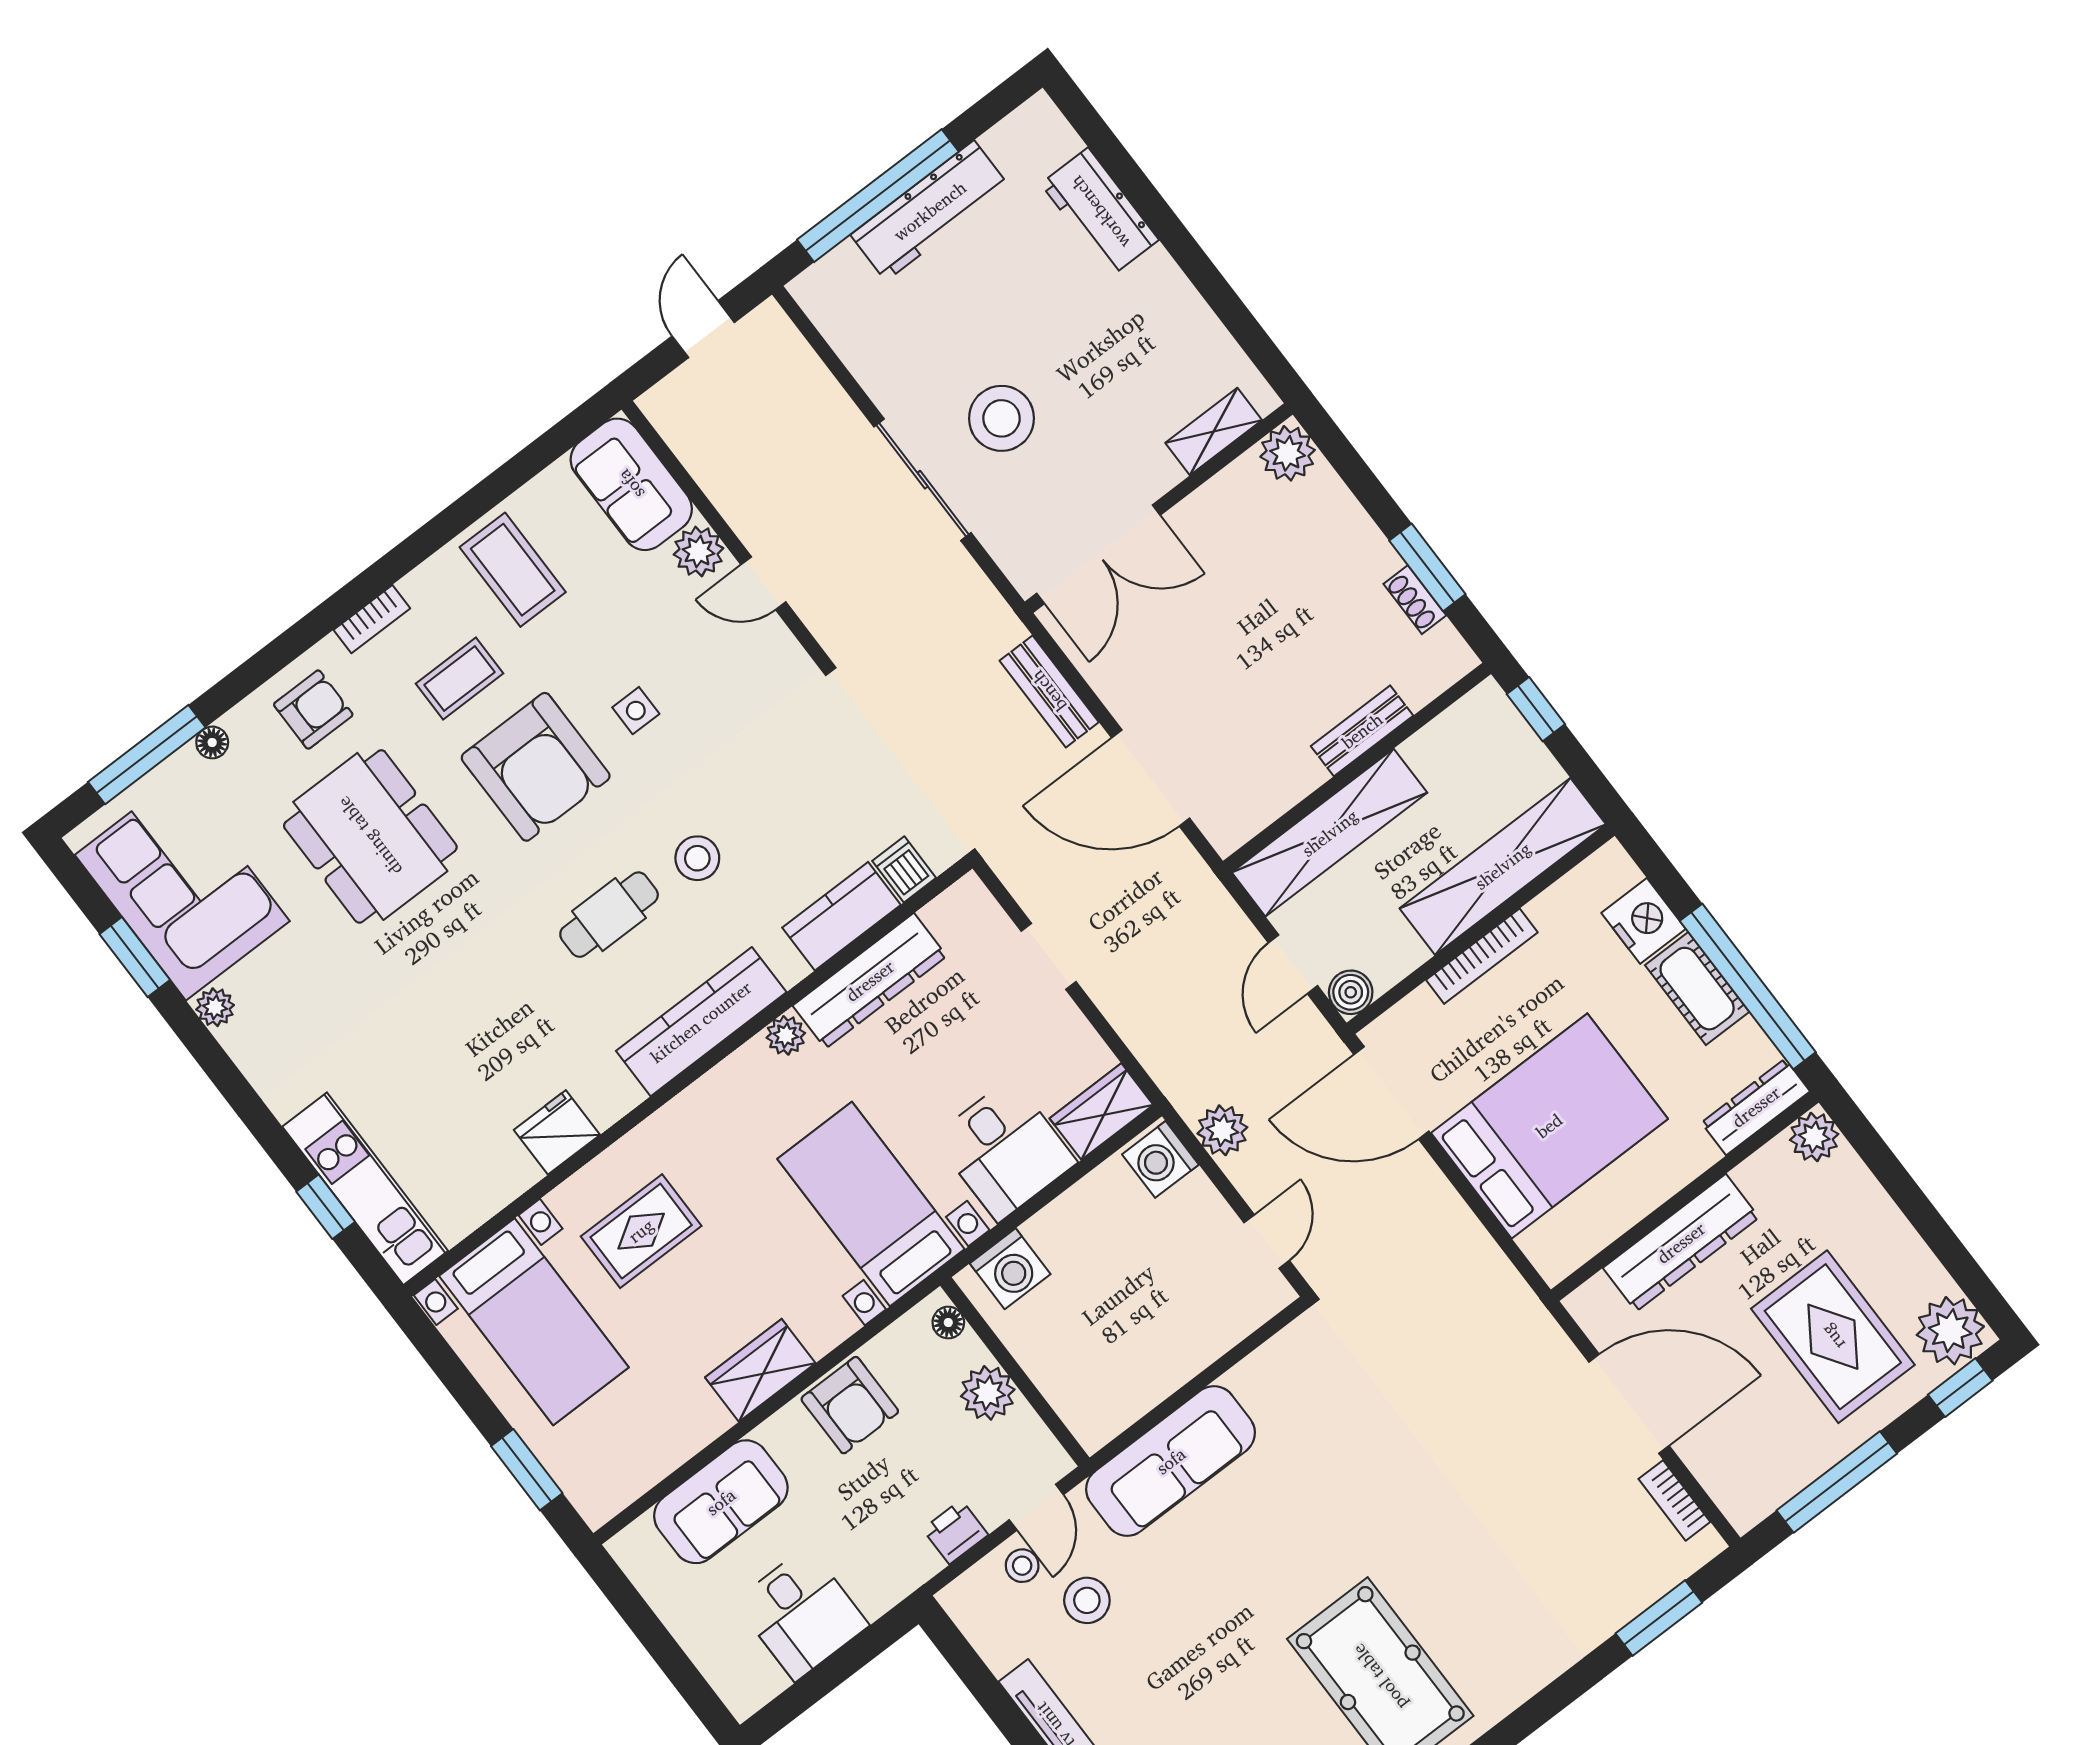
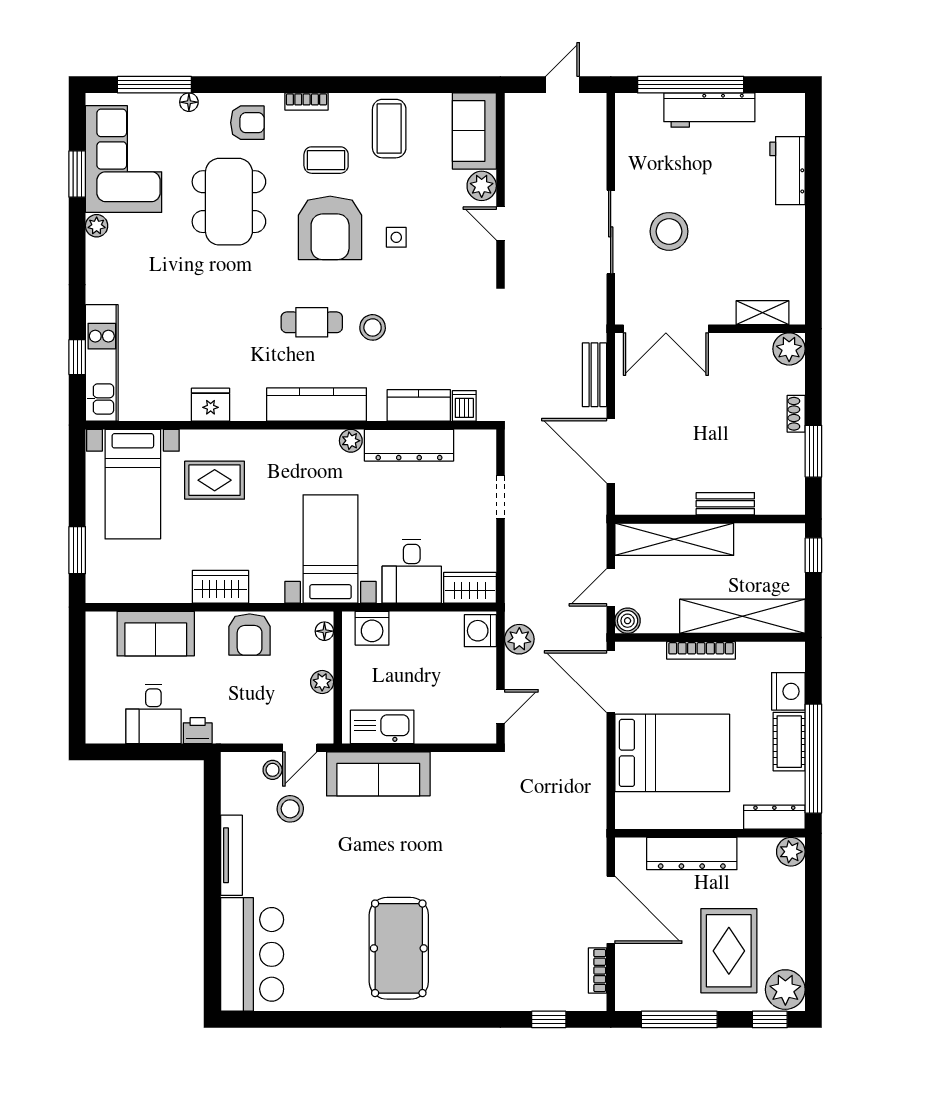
shoe rack: (1415, 600) -> (796, 414), moved
plant: (988, 1393) -> (322, 682), width x0.73, depth x0.73
kitchen sink: (1127, 1393) -> (382, 727), added
printer: (955, 1532) -> (198, 731), moved
window: (1659, 1618) -> (549, 1019), width x0.67

